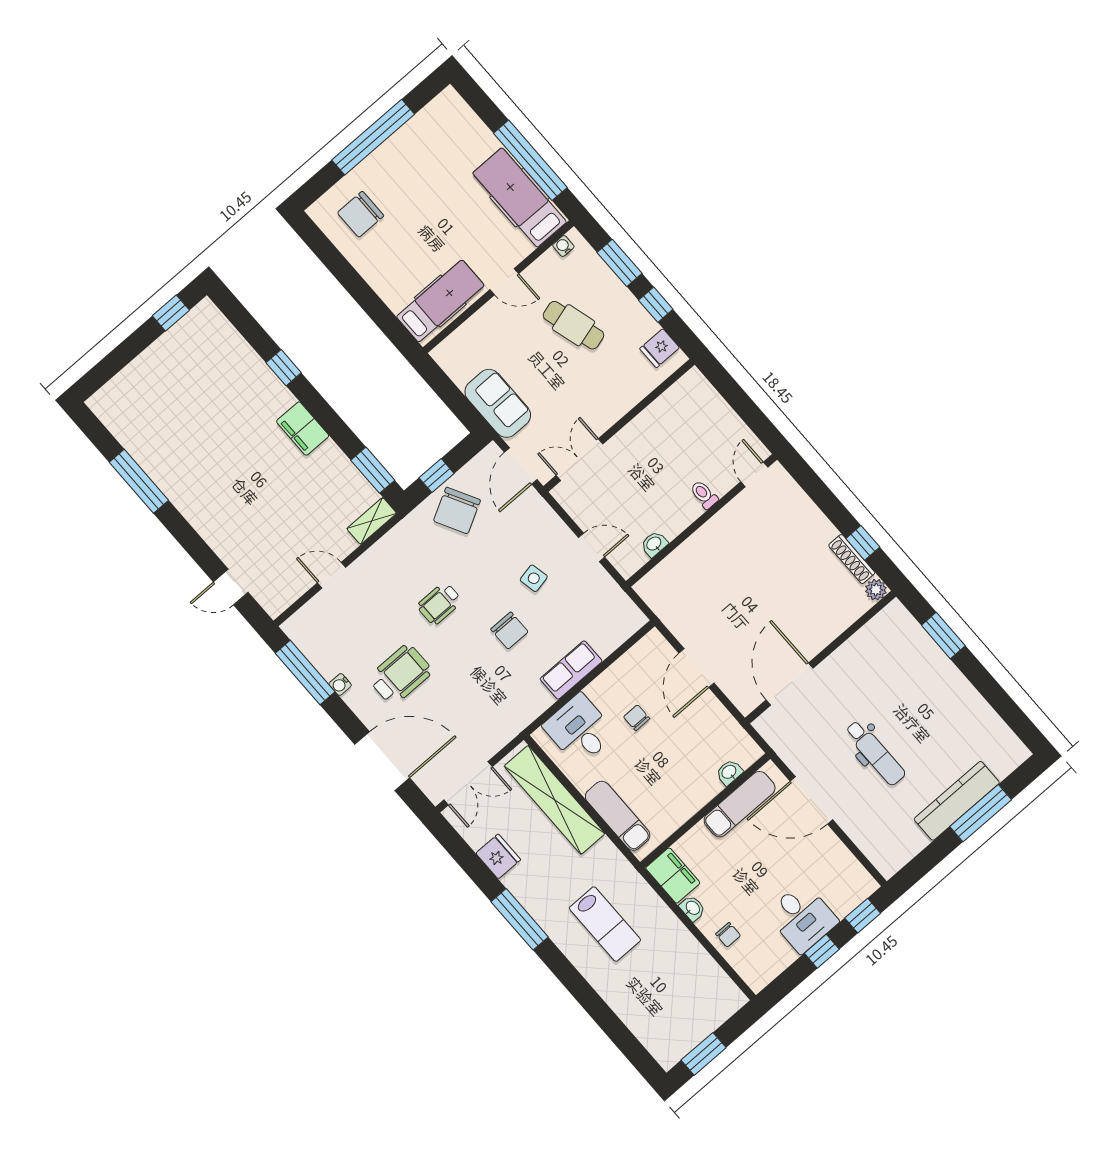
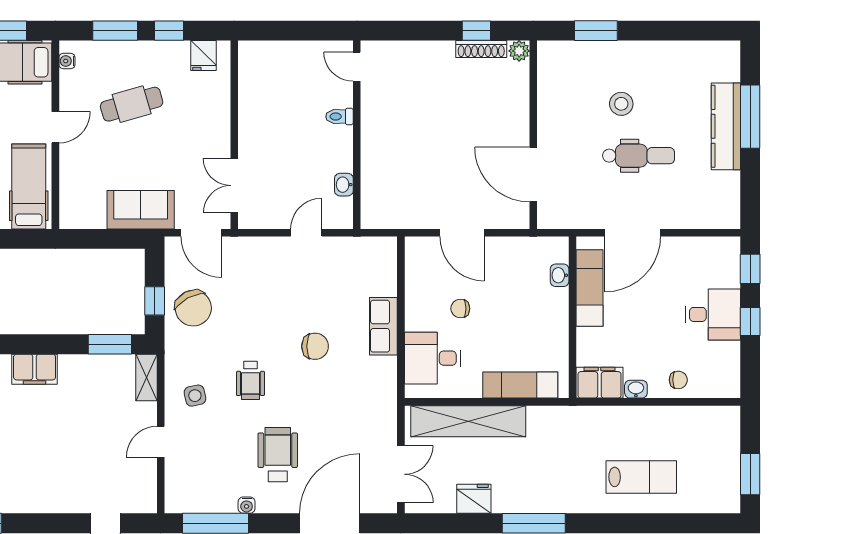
side table: (534, 578) -> (195, 396), moved
stool: (904, 705) -> (621, 104), added
lab bench: (605, 924) -> (641, 477), moved

